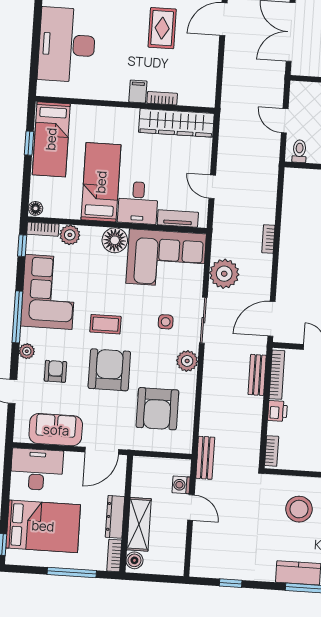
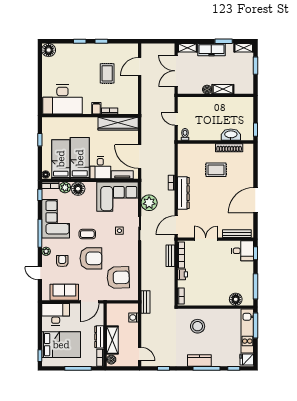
desk: (67, 45) -> (62, 99), moved, turned -90
bed: (51, 139) -> (61, 159), moved, turned 180
door: (212, 187) -> (140, 157), width x1.88
floor lamp: (115, 240) -> (78, 189), moved
dresser: (289, 260) -> (183, 193), added
plant: (187, 361) -> (132, 251), removed
armchair: (109, 370) -> (91, 258), turned 90
armchair: (157, 409) -> (118, 277), turned -92
door: (191, 508) -> (140, 354), moved

